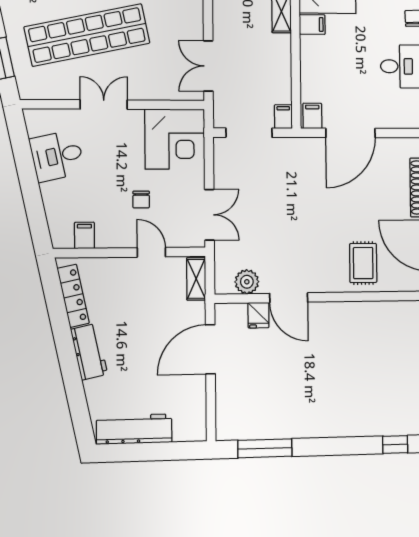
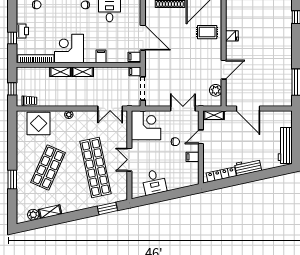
filing cabinet: (312, 24) -> (101, 56), moved
filing cabinet: (84, 235) -> (192, 157), moved
fridge: (258, 315) -> (232, 36), moved

